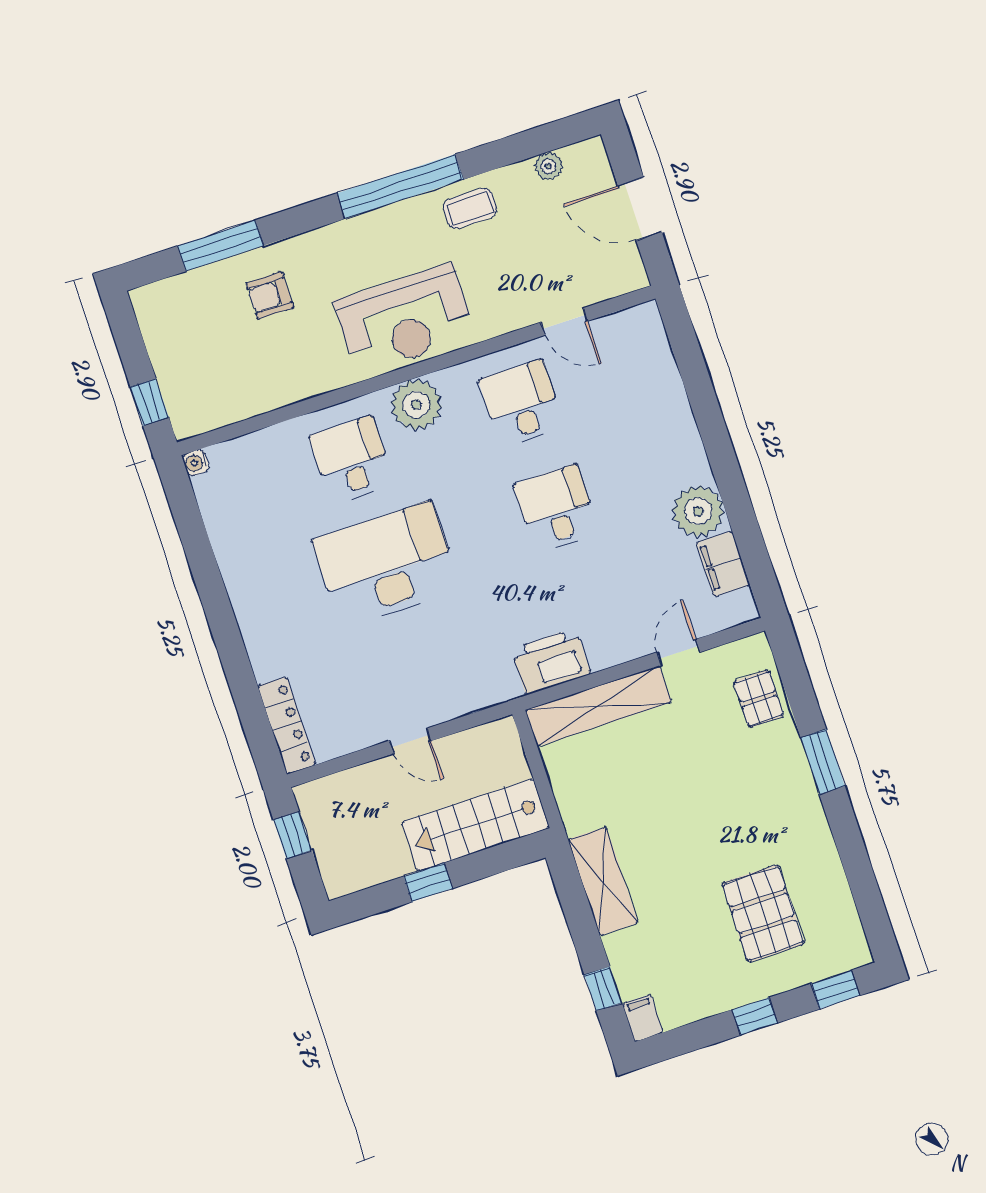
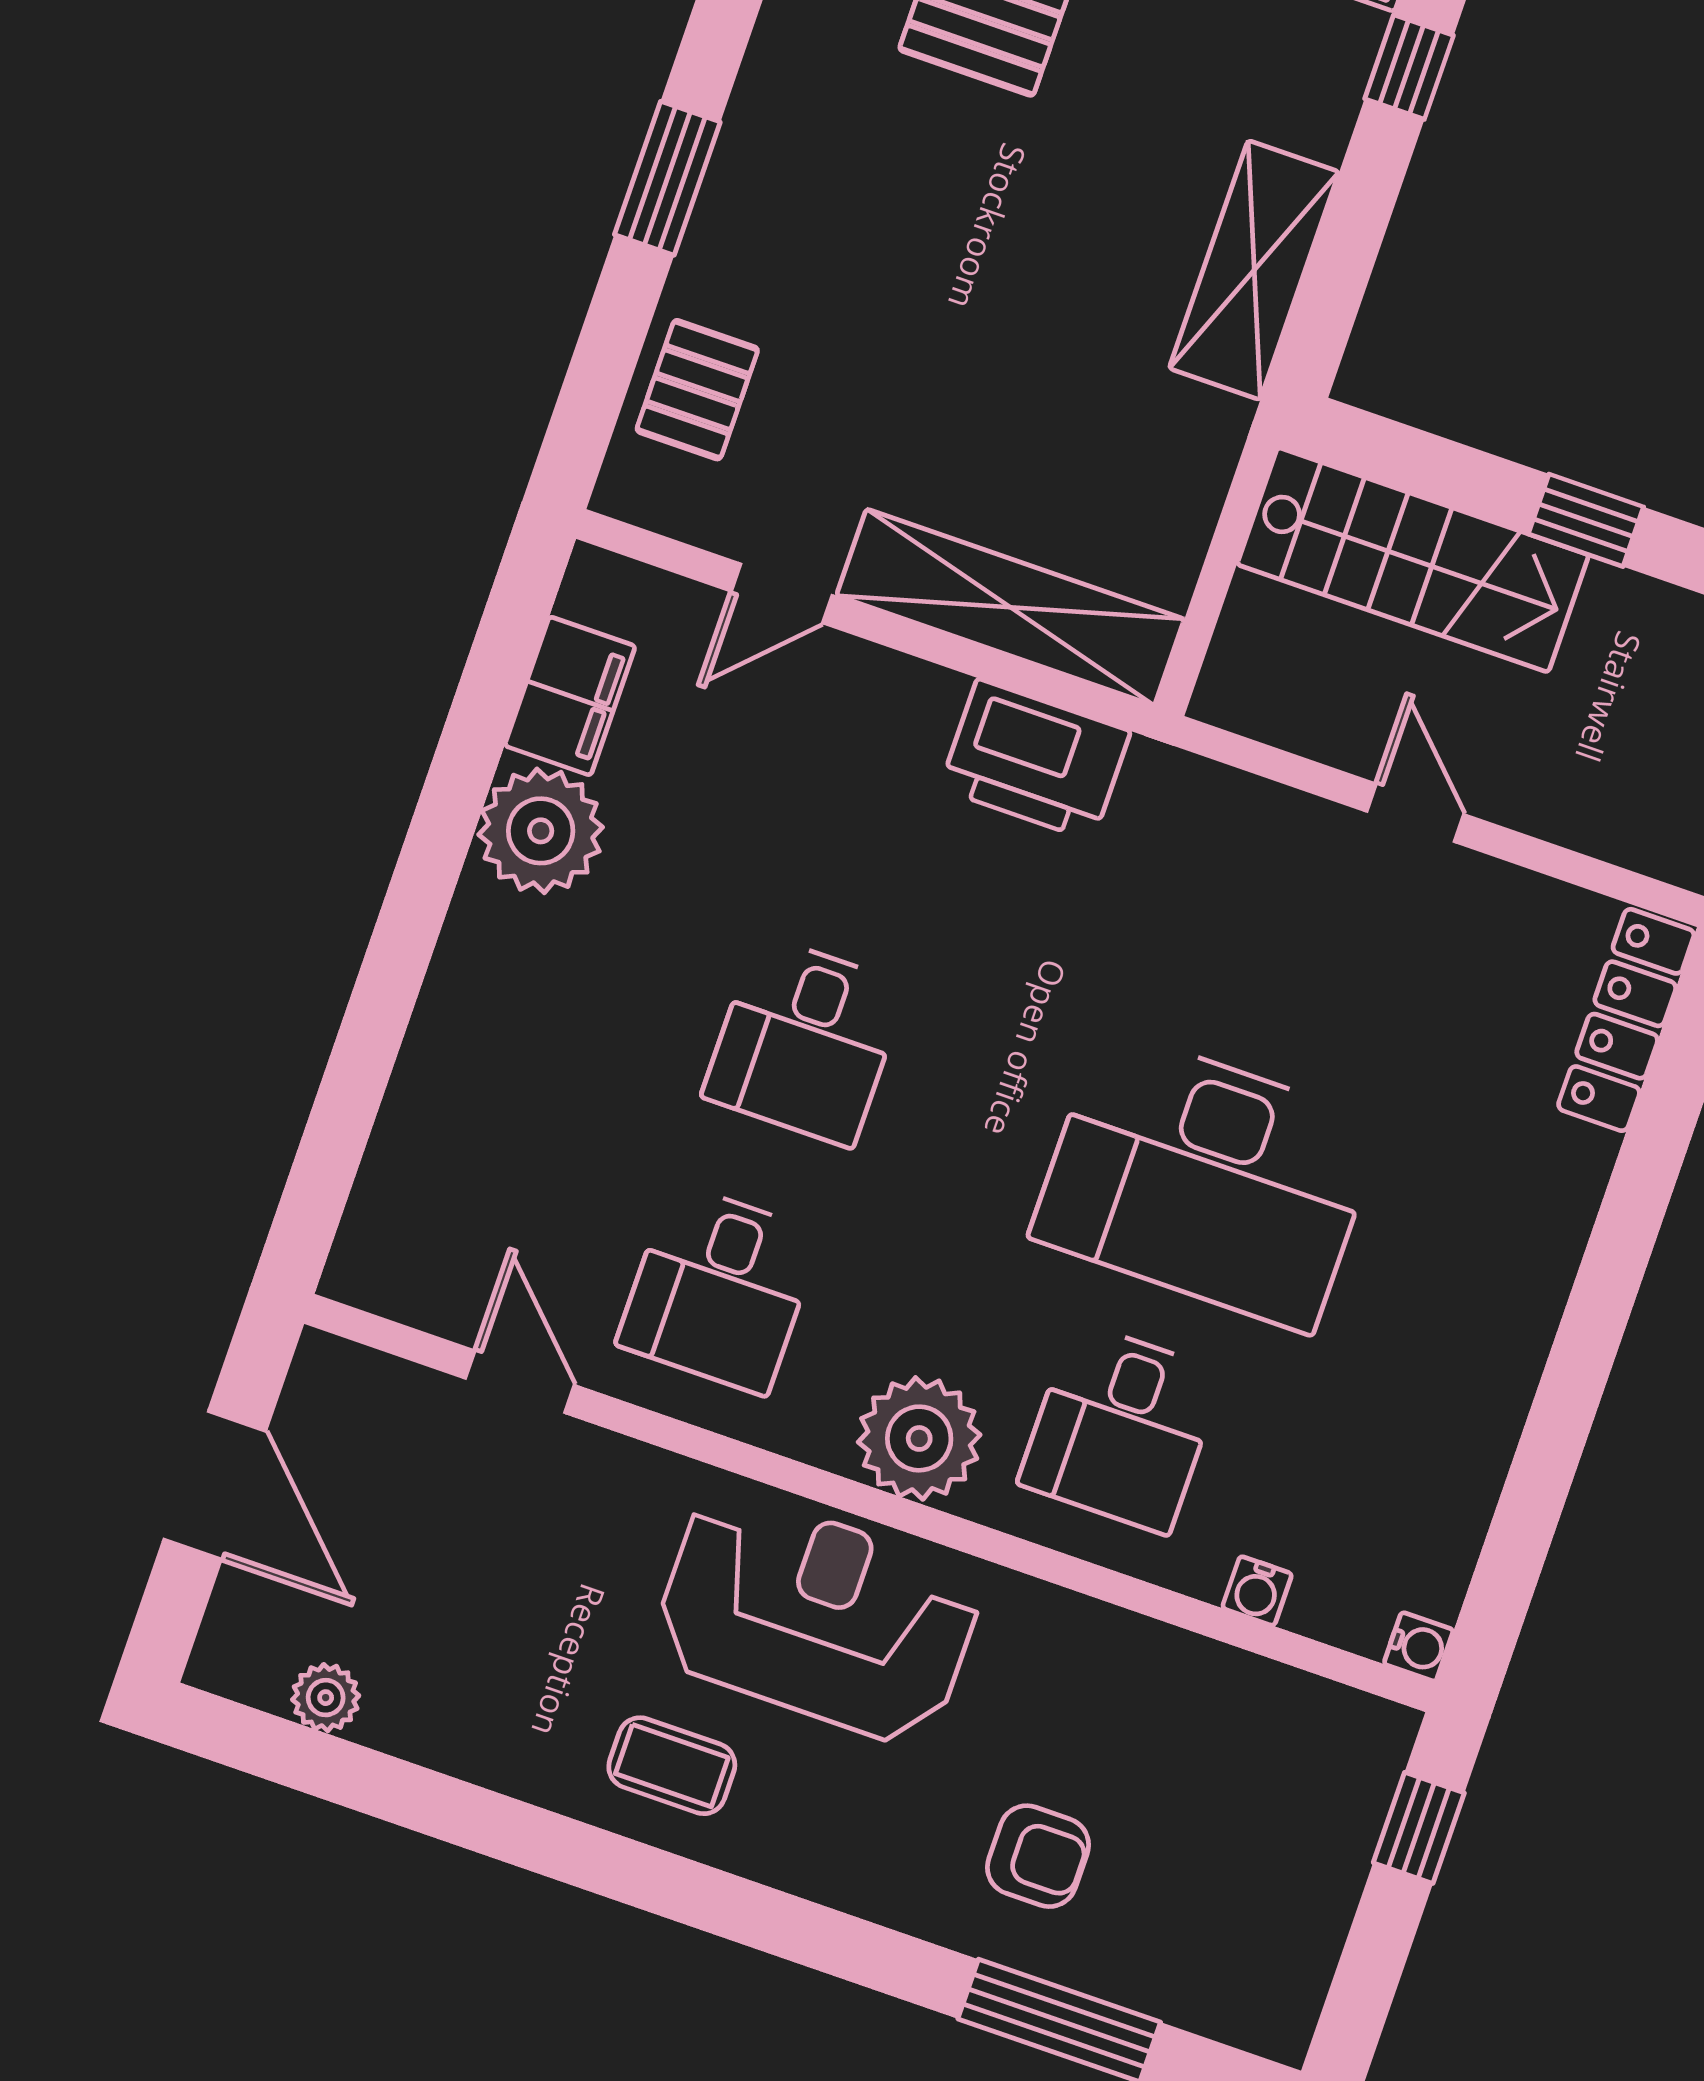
window: (400, 186) -> (634, 1873), removed
coffee table: (470, 208) -> (672, 1766), moved
water cooler: (264, 440) -> (1257, 1591), added

